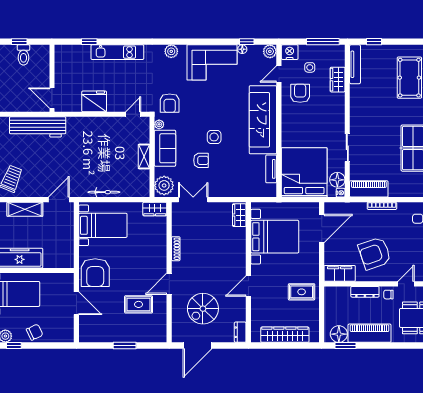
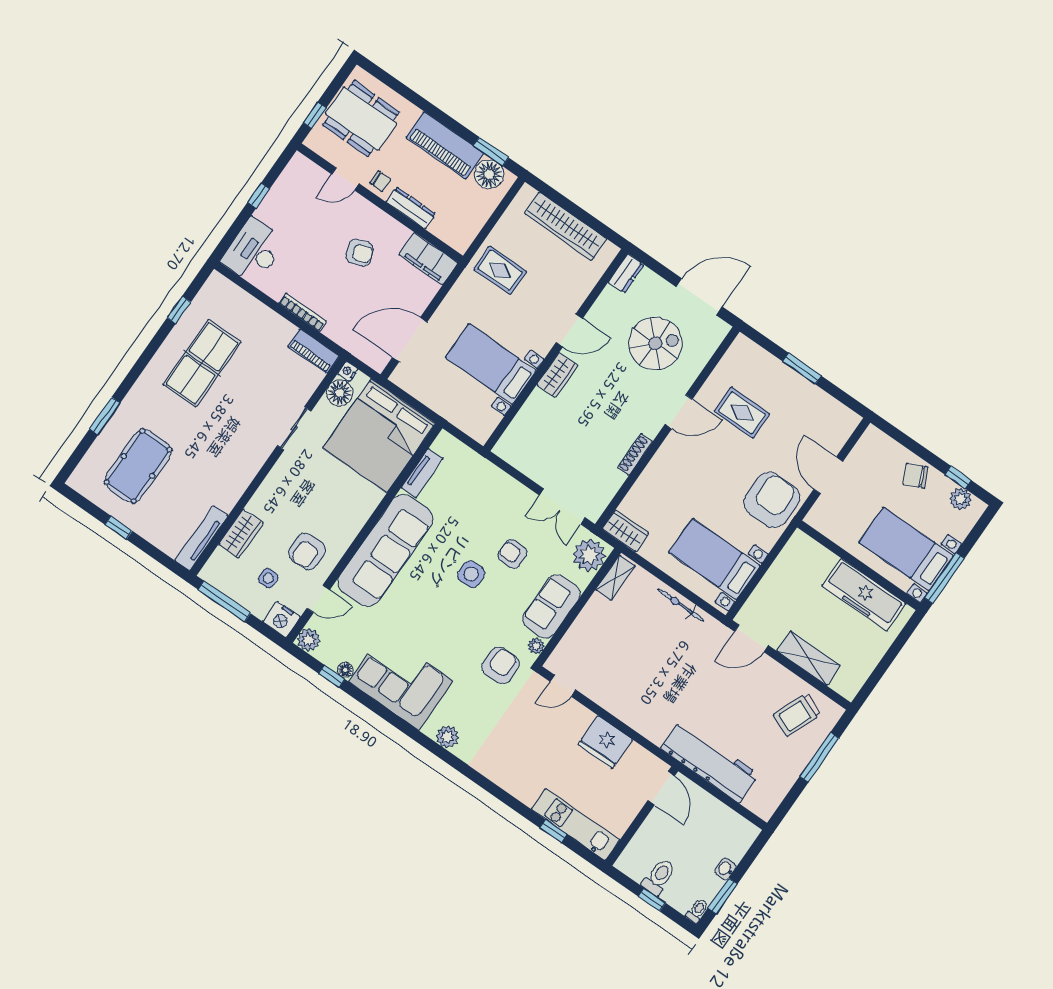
window: (374, 42) -> (119, 528), moved
kitchen unit: (117, 52) -> (576, 825), moved
shelving: (144, 156) -> (615, 578), moved
piano: (369, 189) -> (314, 351), width x0.73, depth x0.75
wardrobe: (239, 215) -> (557, 375), moved
bed with nightstands: (275, 237) -> (491, 364), width x0.73
armchair: (375, 253) -> (359, 253), width x0.53, depth x0.53

